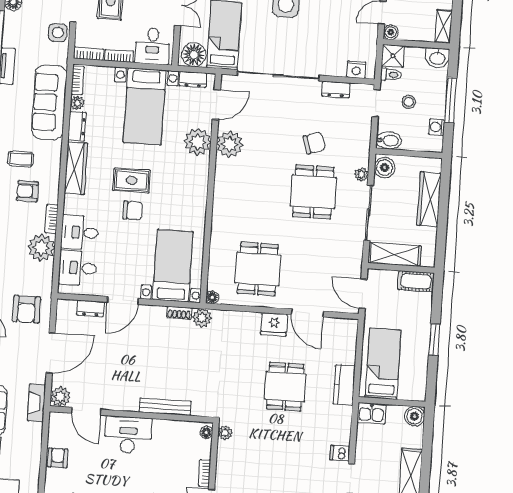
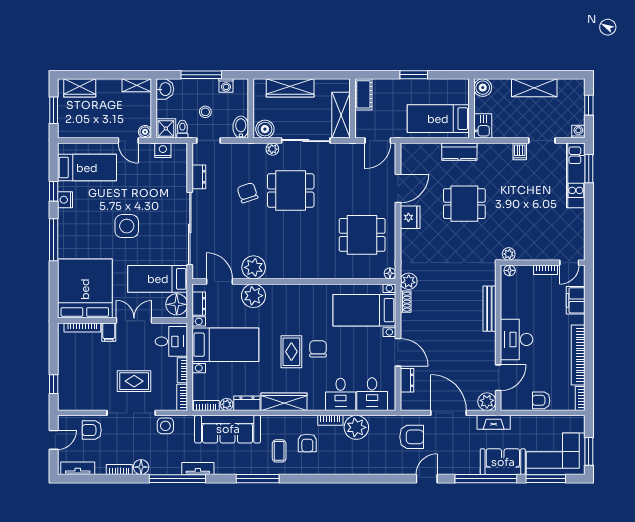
nightstand: (356, 70) -> (163, 150), moved, turned -90

